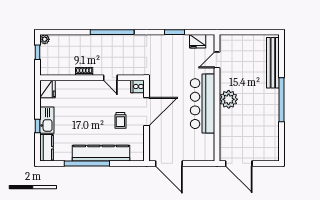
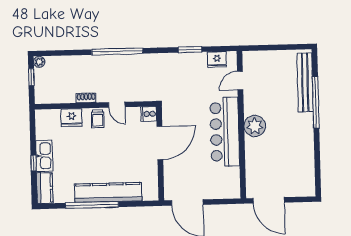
fridge: (47, 89) -> (71, 118), moved, turned 90
window: (281, 100) -> (316, 102), moved
trolley: (120, 120) -> (98, 119), moved

